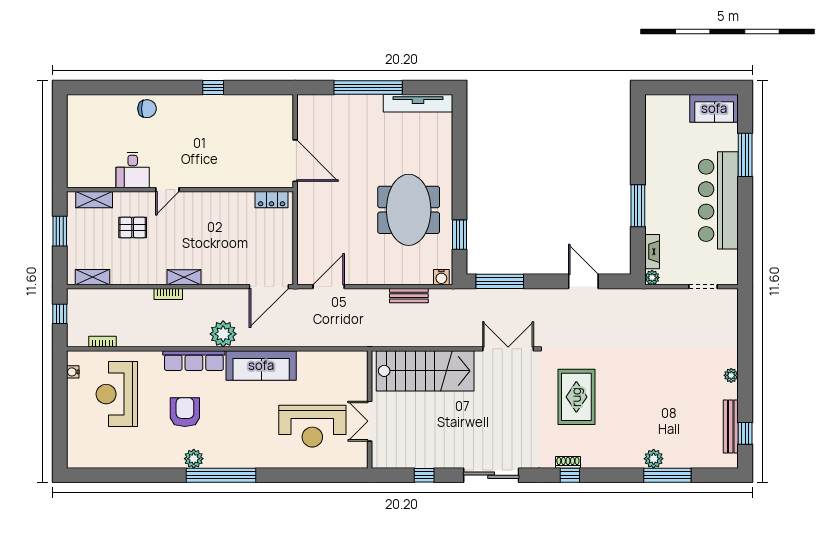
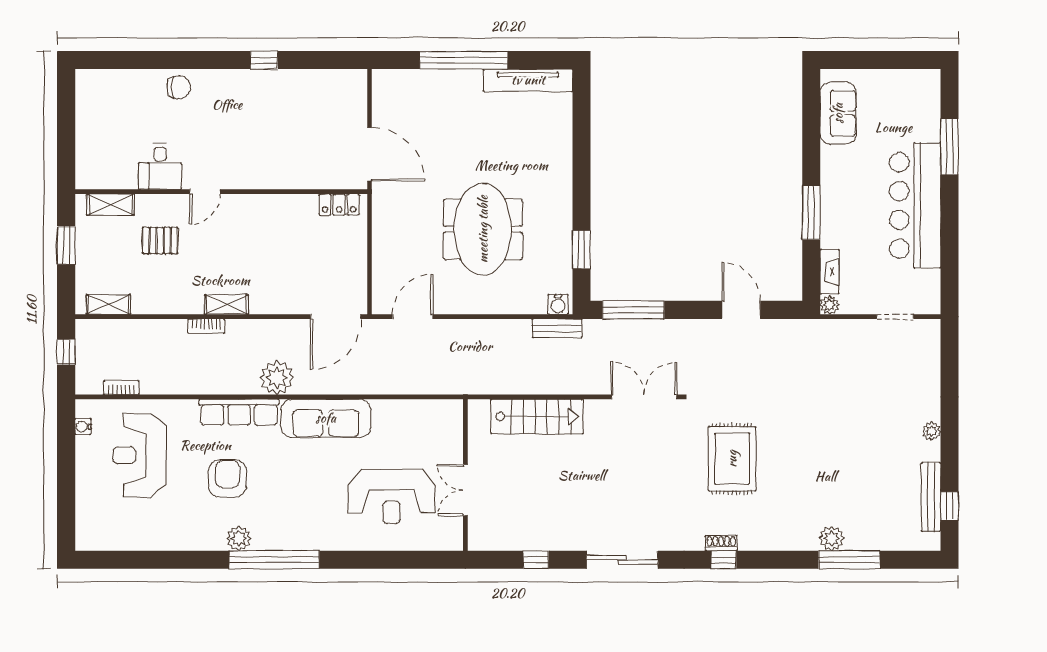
sofa: (714, 108) -> (838, 113), moved, turned -90
meeting table: (409, 210) -> (483, 229), moved
bench: (409, 296) -> (557, 328), moved
stairs: (425, 371) -> (537, 417), width x0.73, depth x0.66

